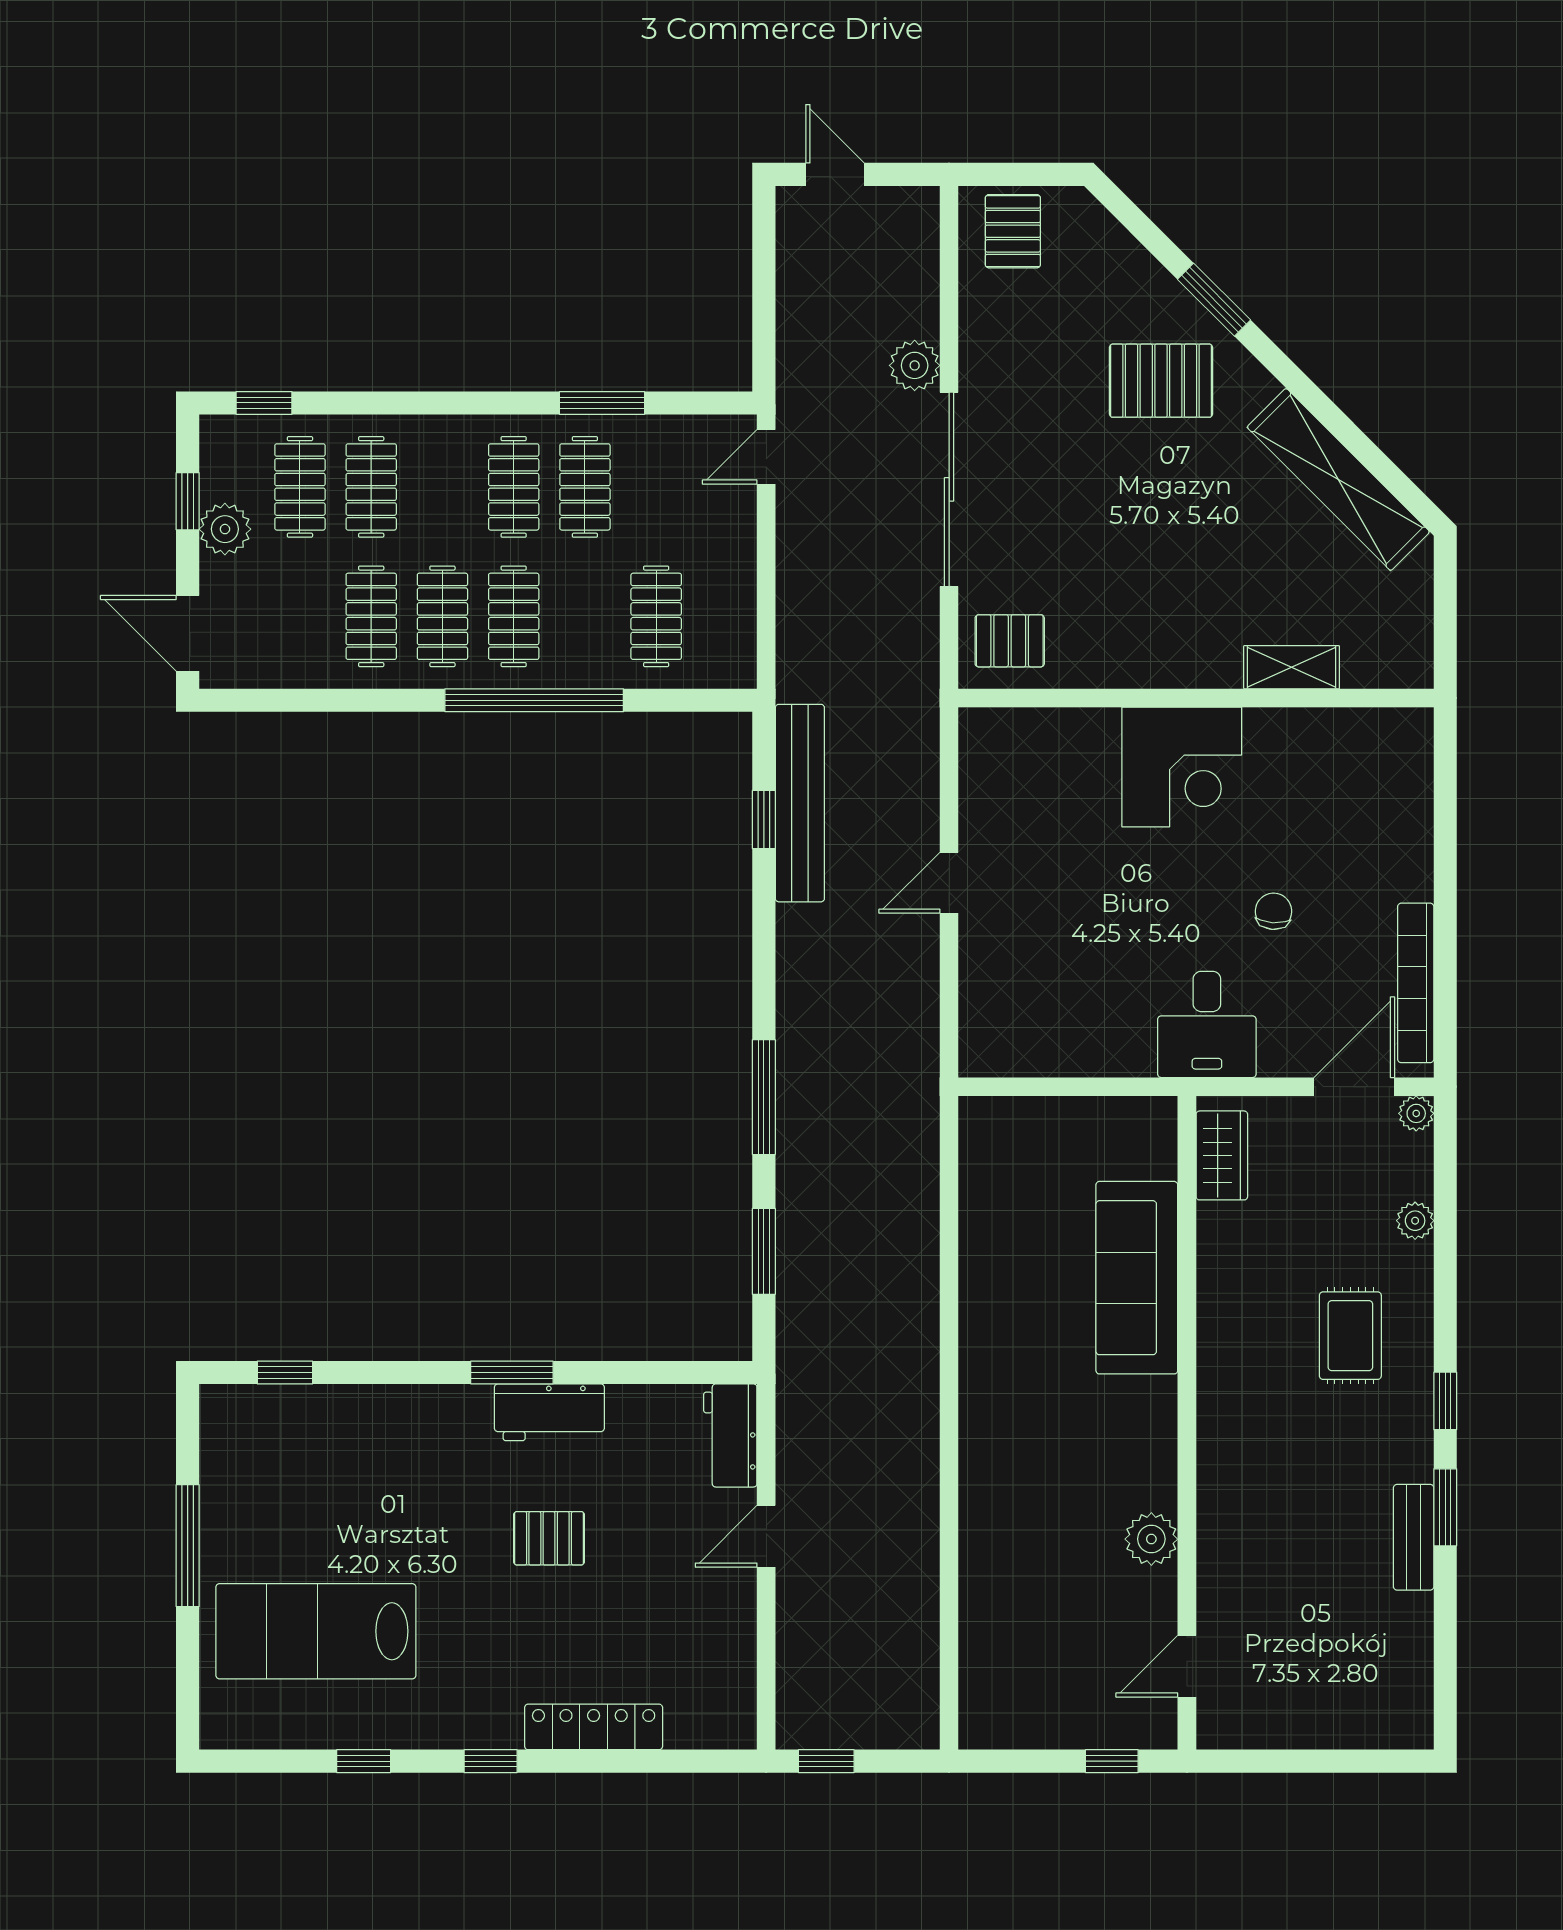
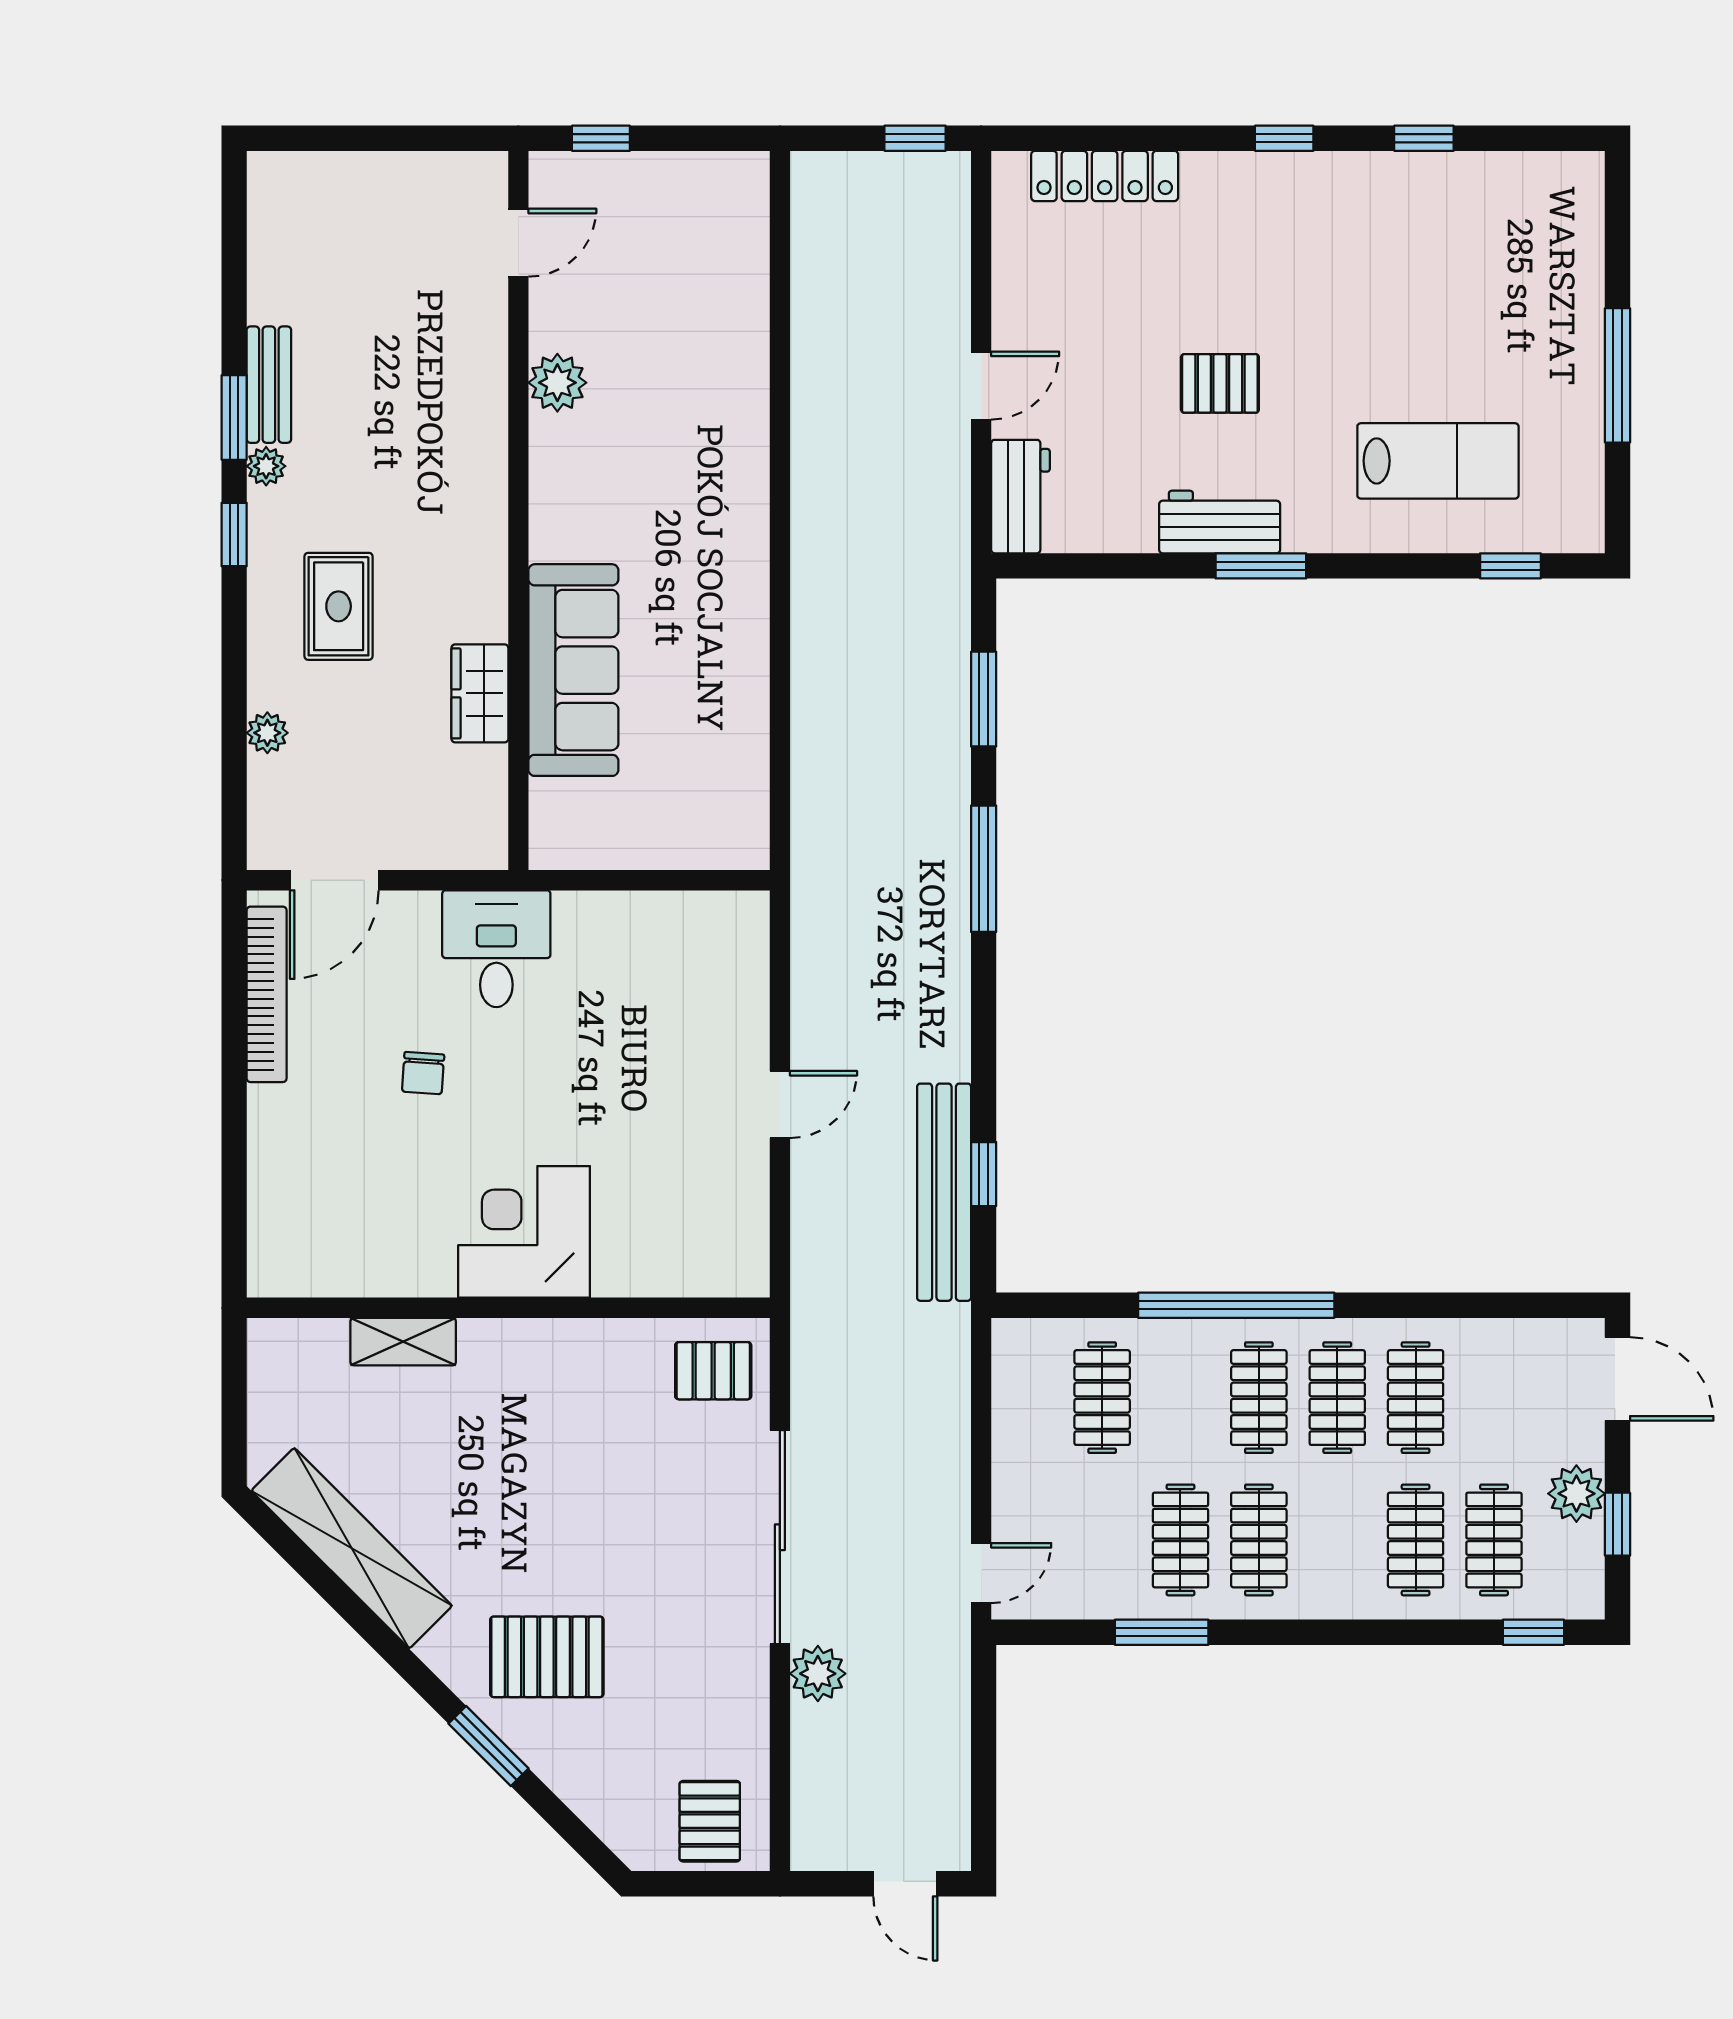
plant: (1416, 1113) -> (266, 466), moved
wardrobe: (1222, 1155) -> (480, 693), moved
lab bench: (316, 1631) -> (1438, 461), moved, width x0.73, depth x0.72
locker: (594, 1727) -> (1105, 176), moved

